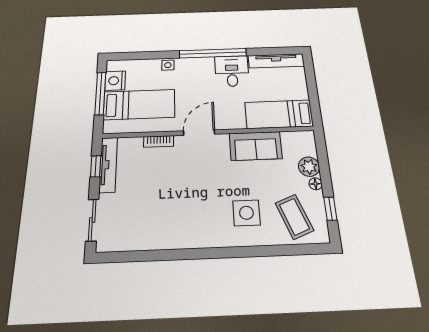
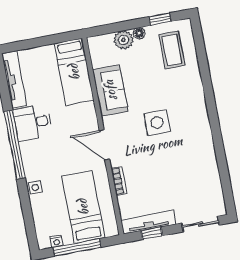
nightstand: (115, 81) -> (57, 241), width x0.53, depth x0.56
side table: (246, 213) -> (157, 123), moved
coffee table: (294, 217) -> (172, 50), turned -69

